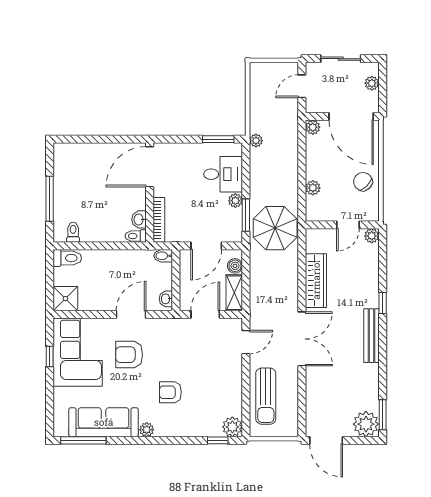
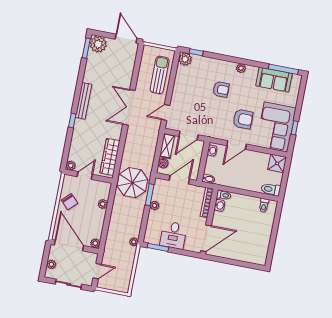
desk: (223, 174) -> (173, 235), moved, turned -90
window: (50, 199) -> (275, 230), removed
wardrobe: (316, 281) -> (110, 157), moved
sofa: (104, 422) -> (274, 80), width x0.73

